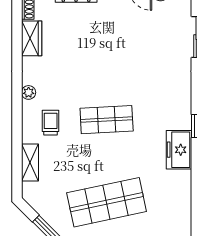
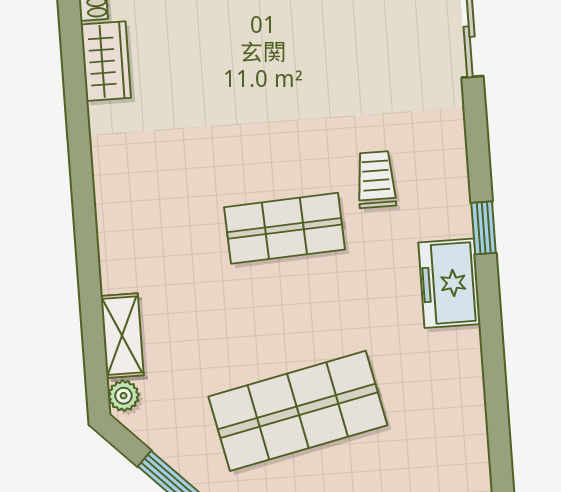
plant: (29, 92) -> (124, 396), moved
trolley: (51, 123) -> (376, 180), moved

